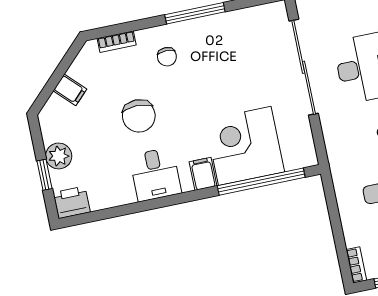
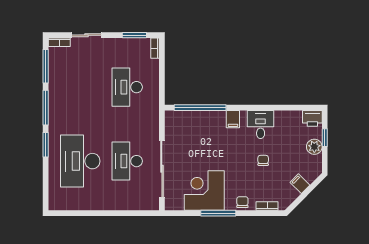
chair: (167, 57) -> (242, 202), moved
chair: (139, 116) -> (263, 160), width x0.54, depth x0.54
corner desk: (245, 146) -> (204, 190), moved, turned 180

